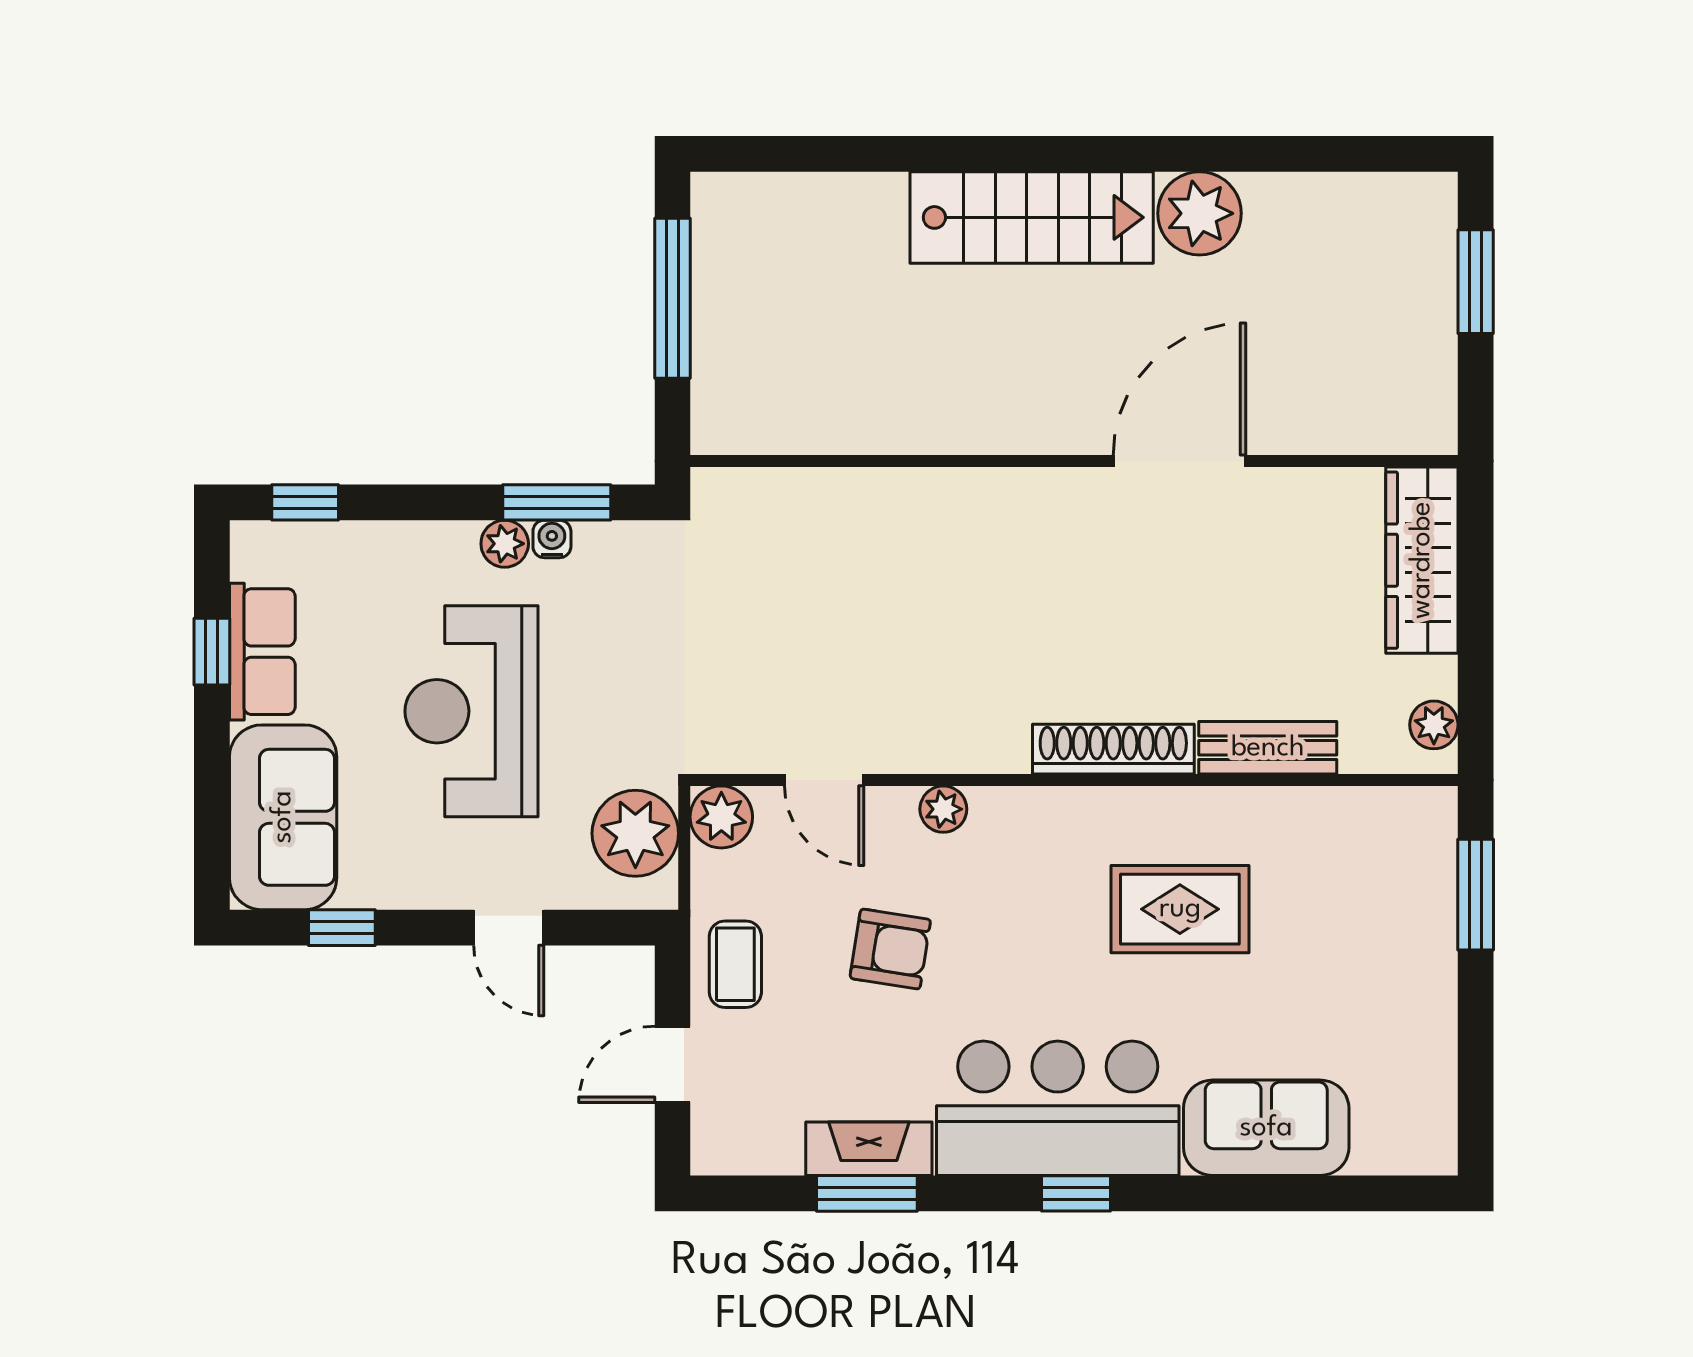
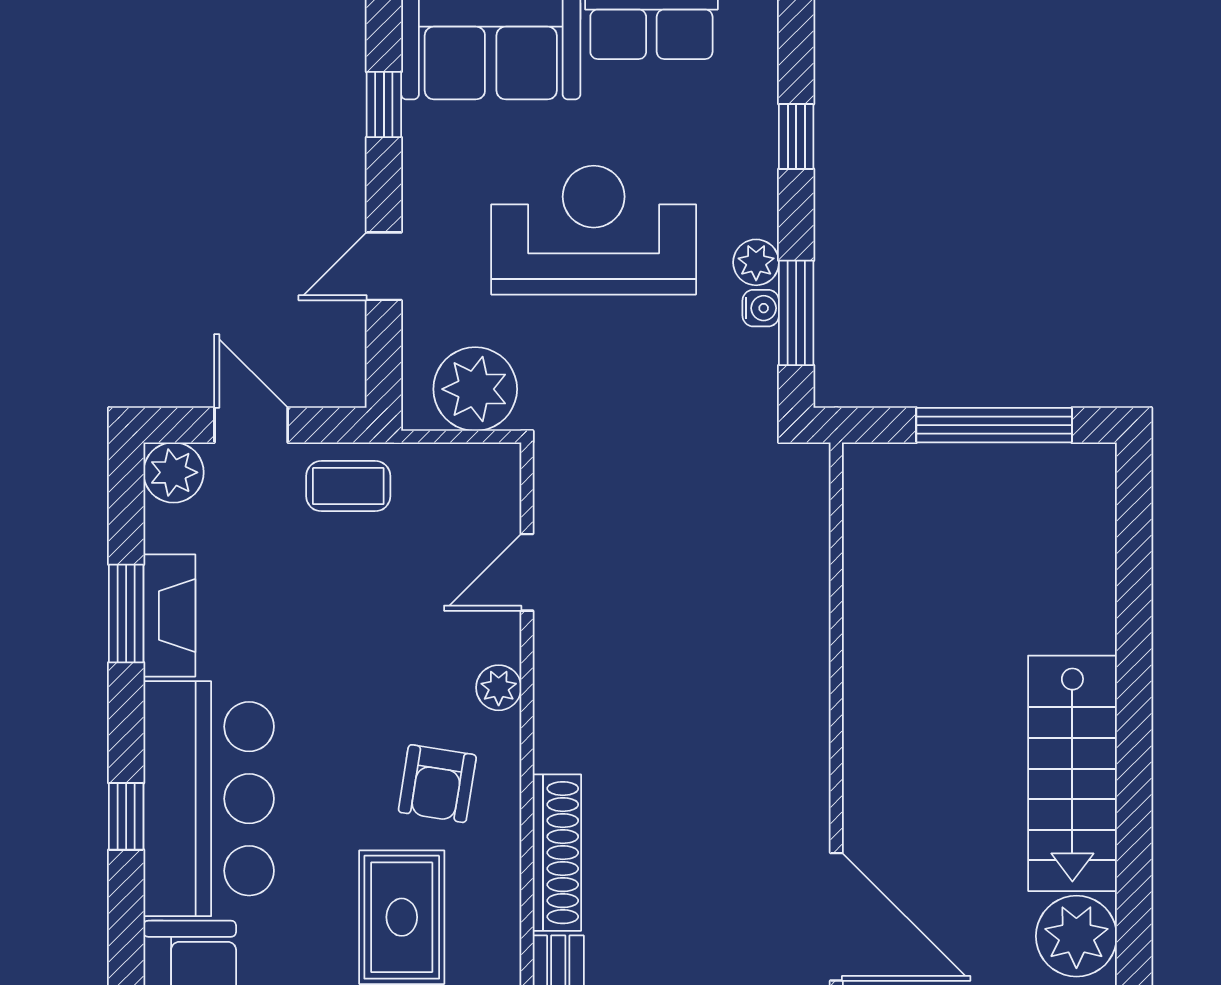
window: (305, 502) -> (796, 136), moved
plant: (721, 817) -> (173, 472), moved
armchair: (890, 949) -> (437, 784), moved

